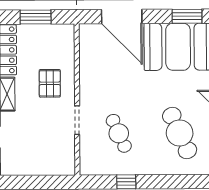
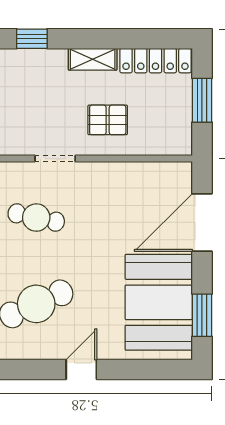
cafe table: (119, 133) -> (36, 218), turned 36

